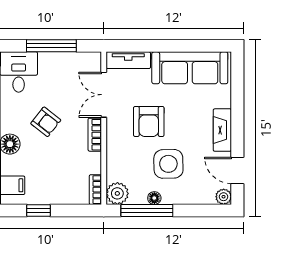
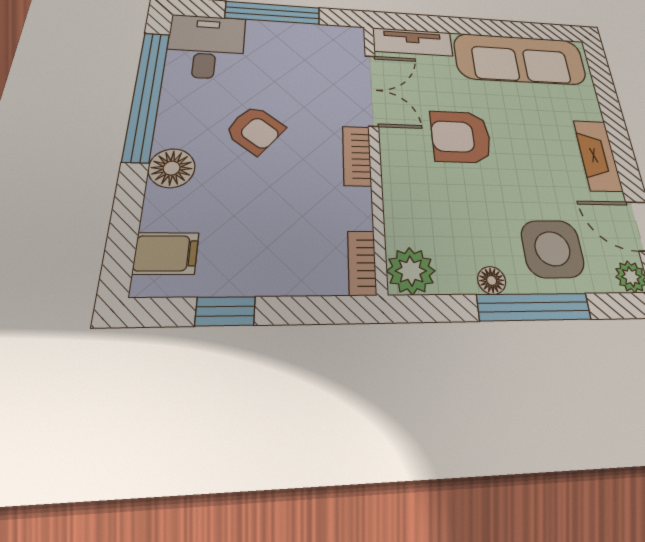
double door: (104, 95) -> (372, 90), swing flipped
armchair: (149, 121) -> (461, 137), turned 90
side table: (168, 164) -> (552, 249), moved
window: (147, 211) -> (534, 307), moved

